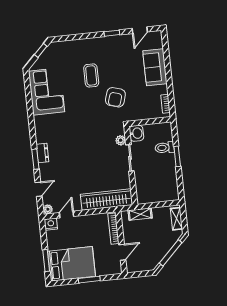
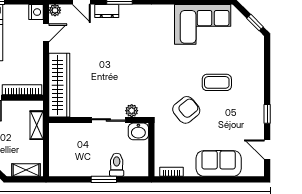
armchair: (115, 97) -> (186, 110), turned 124
dresser: (42, 153) -> (107, 11), moved
door: (67, 214) -> (46, 33), hinge flipped

